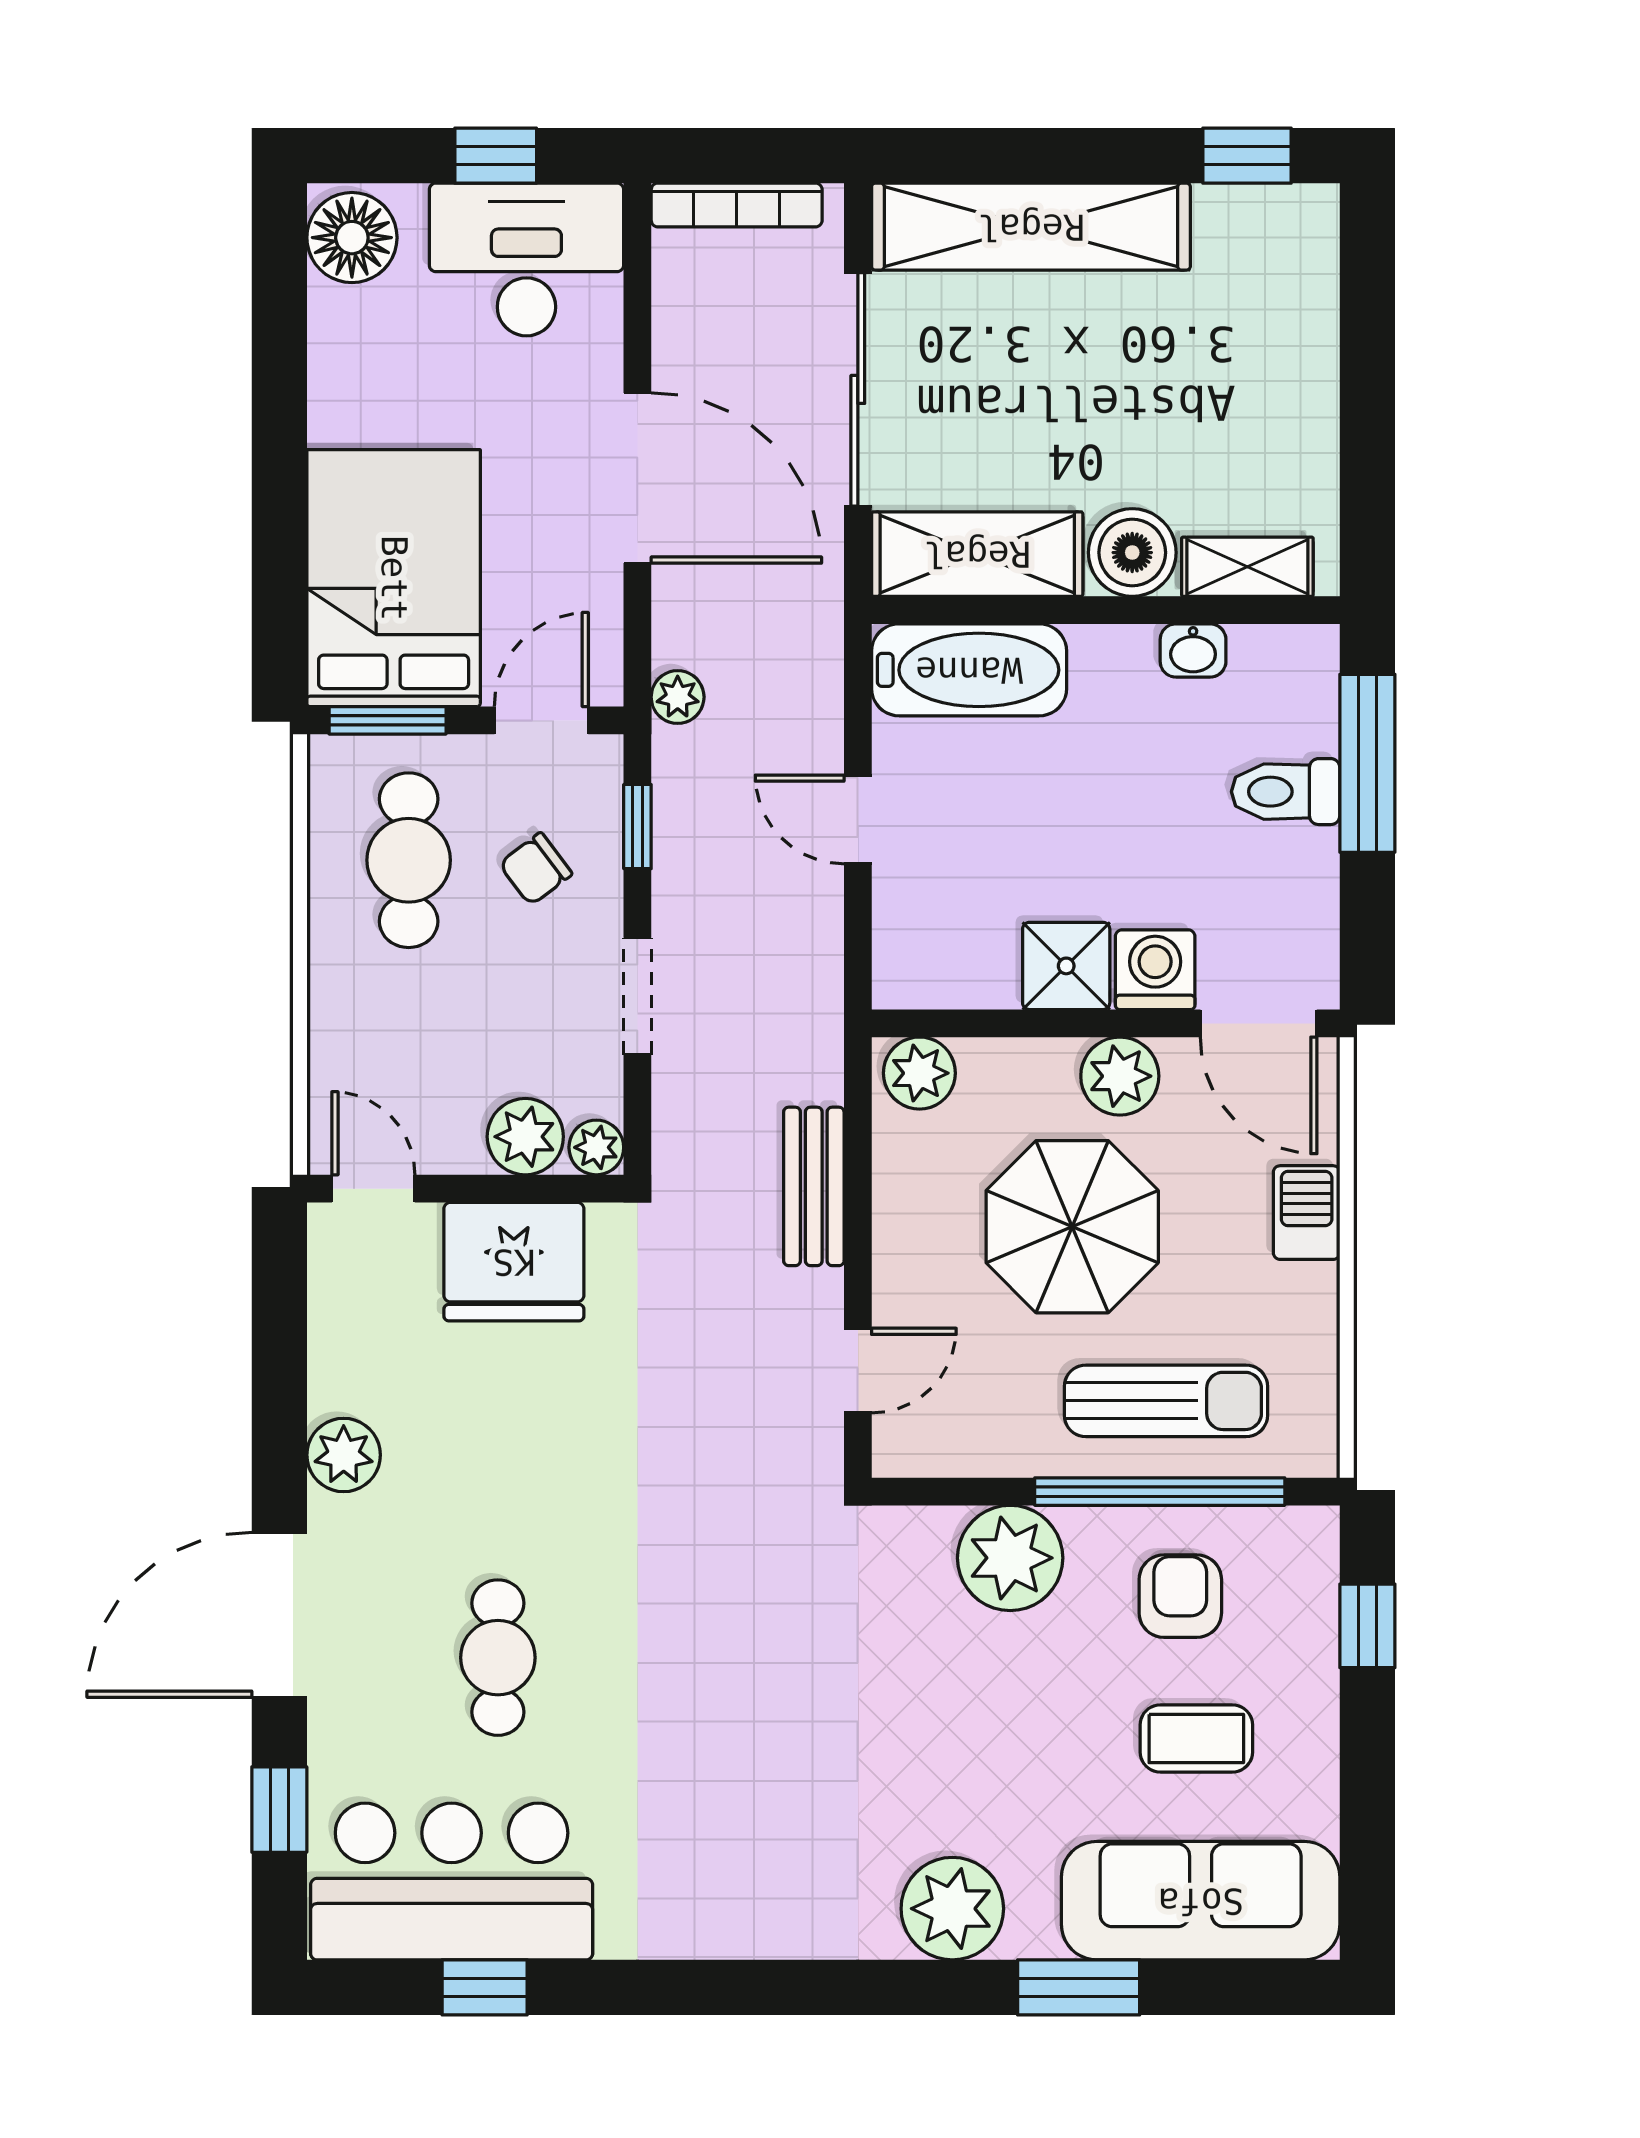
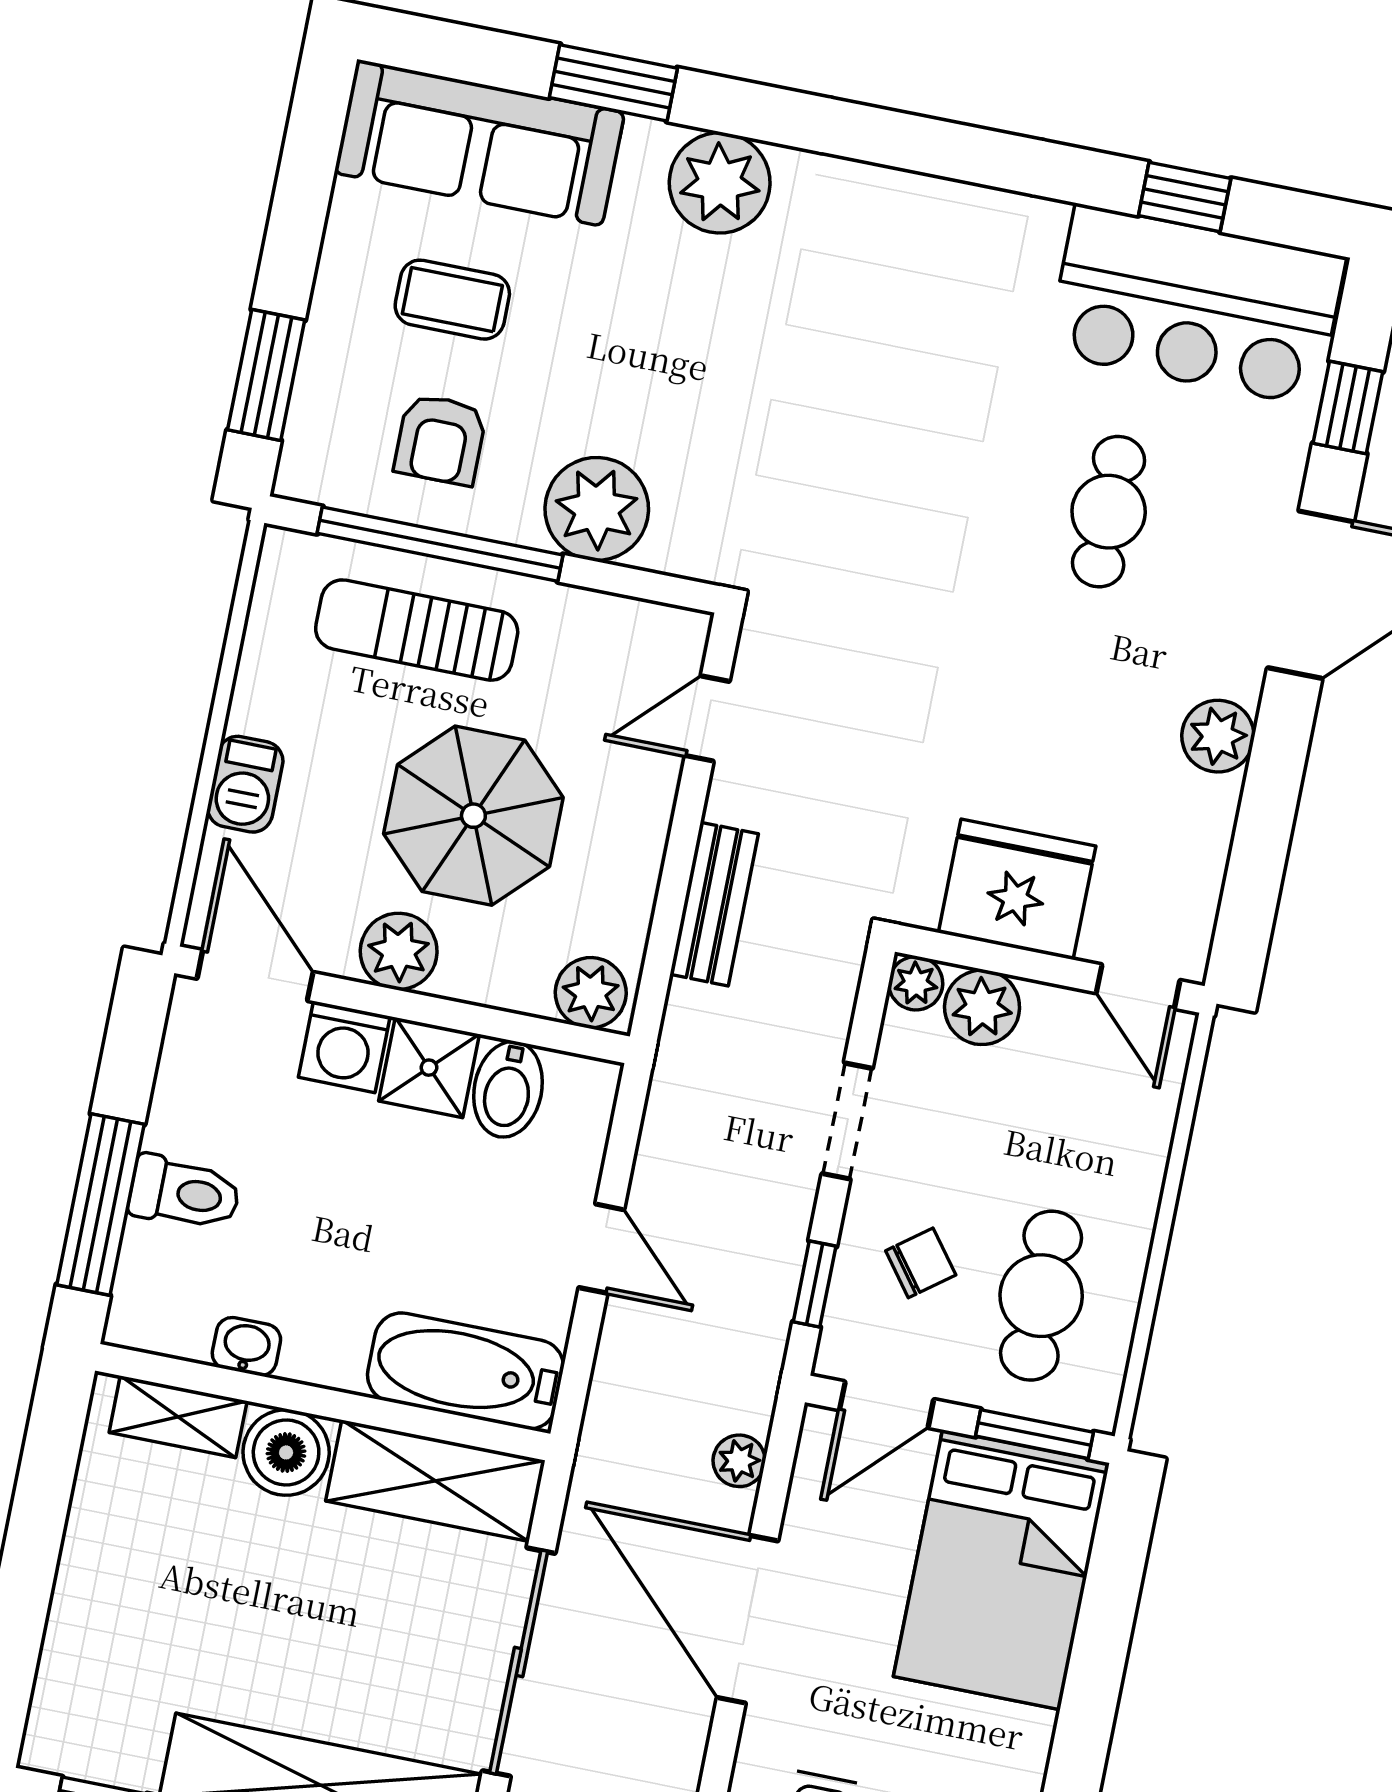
plant: (678, 697) -> (739, 1461), moved
bidet: (983, 960) -> (508, 1089), added
window: (1367, 1626) -> (266, 375), width x1.50

